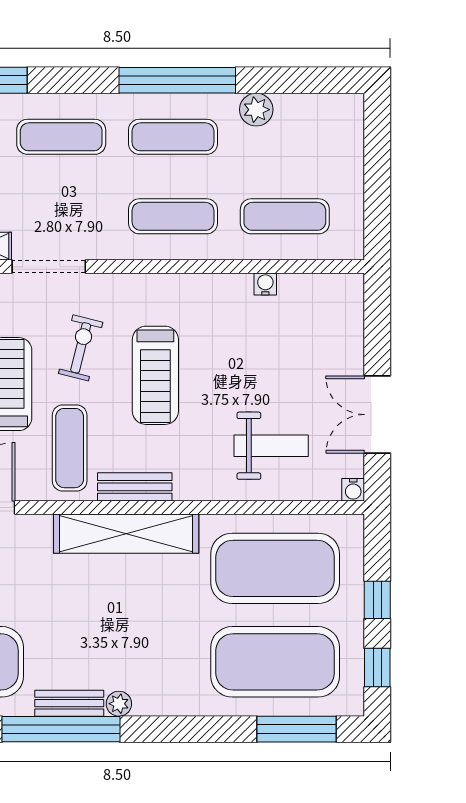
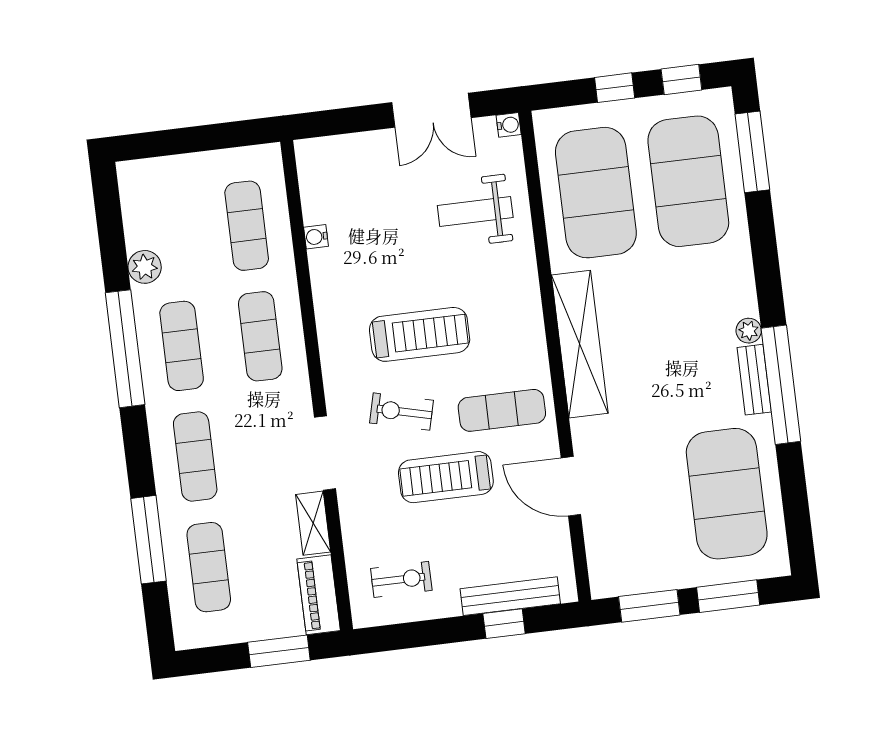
weight bench: (271, 446) -> (475, 211), turned -90
bench: (135, 487) -> (532, 341), removed

